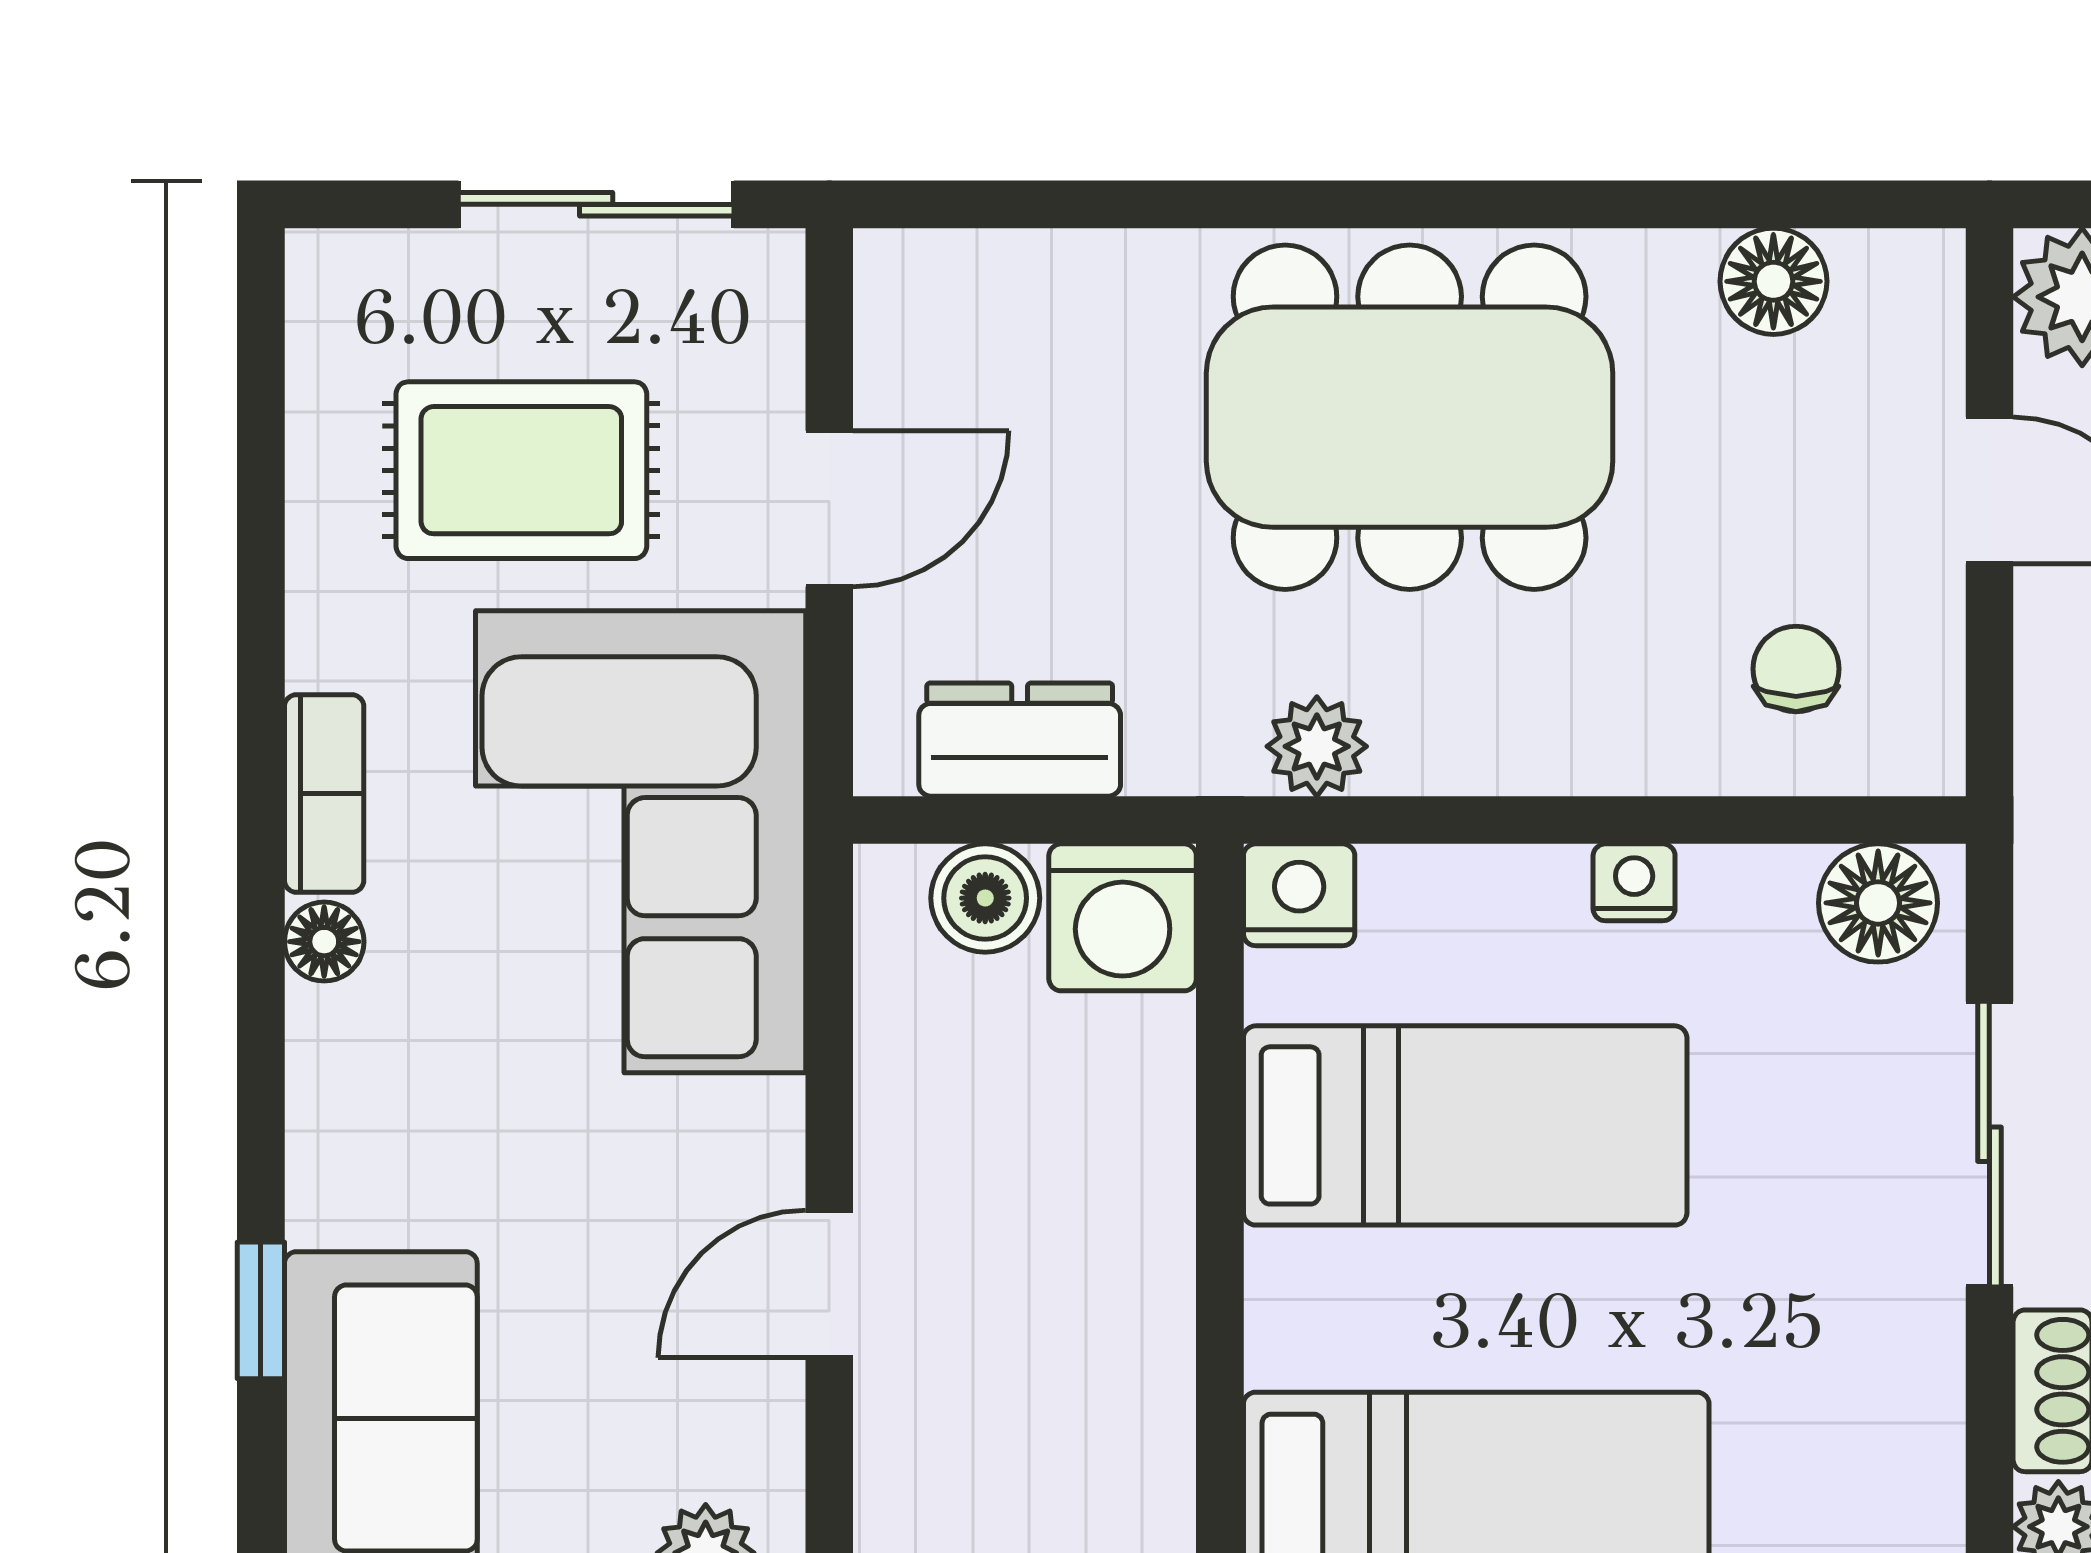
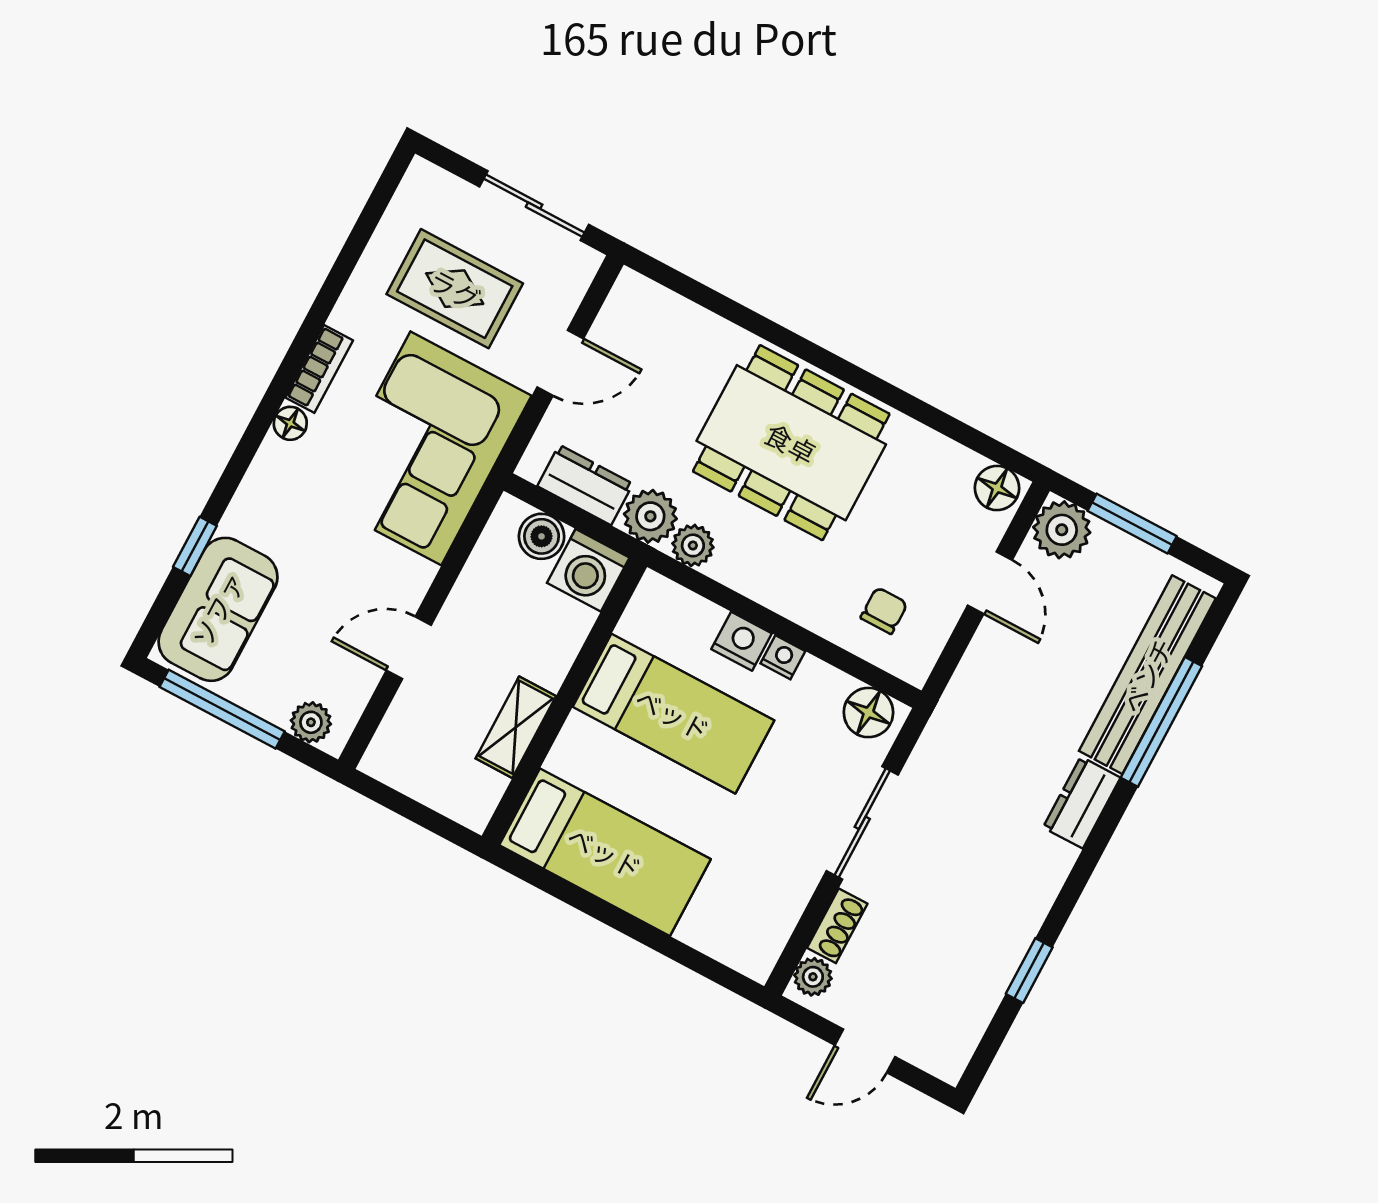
floor lamp: (1773, 281) -> (997, 488), moved
plant: (1194, 733) -> (650, 516), added
nightstand: (1299, 895) -> (742, 641), moved
shelving: (1146, 1332) -> (516, 727), added

